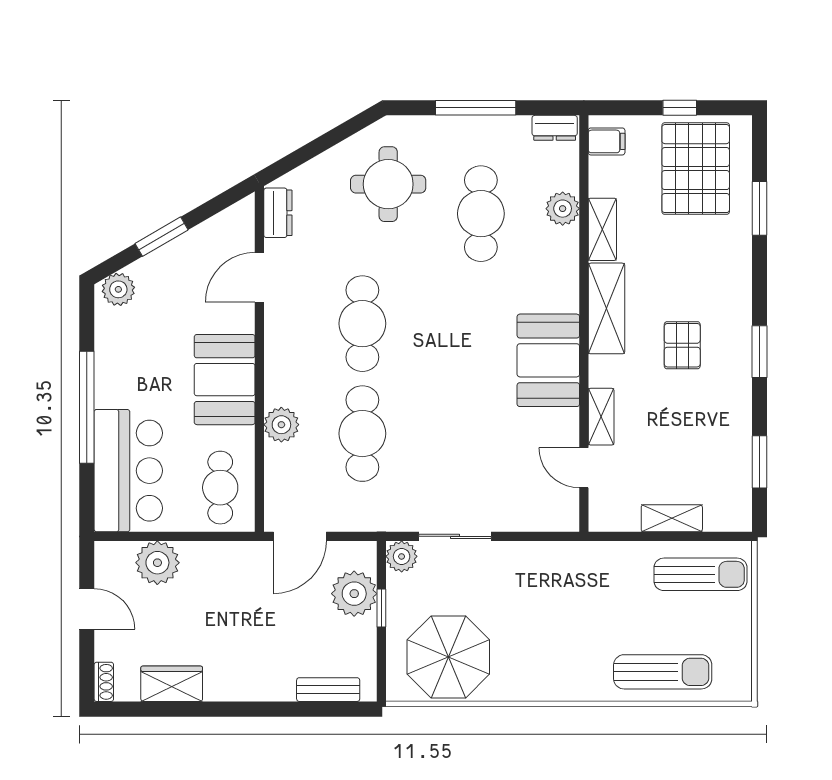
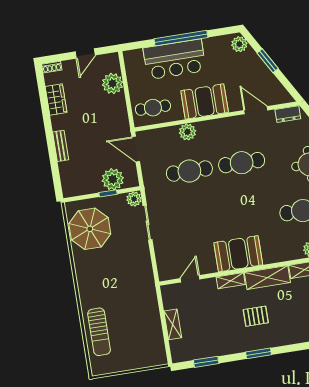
shelving: (601, 417) -> (231, 281), moved
bar counter: (128, 471) -> (175, 59), moved
sun lounger: (701, 574) -> (148, 342), removed
bench: (328, 690) -> (61, 146), moved

